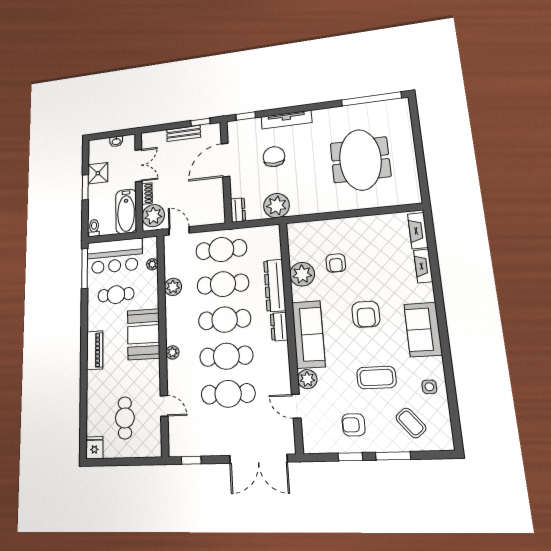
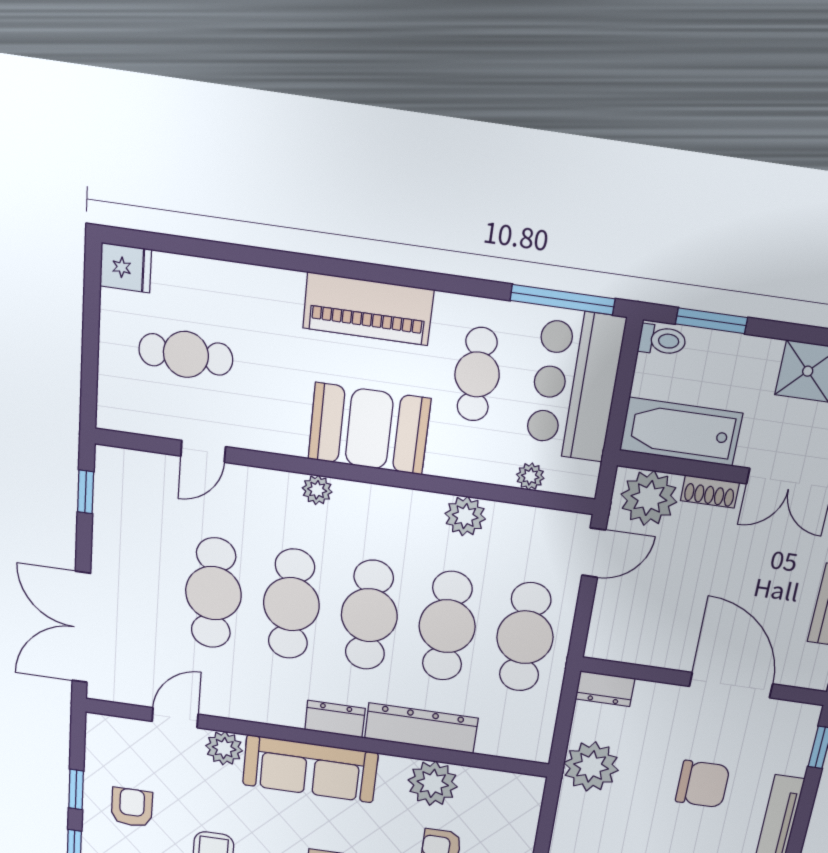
window: (85, 187) -> (711, 321), moved
piano: (95, 350) -> (368, 309), width x1.37, depth x1.33

